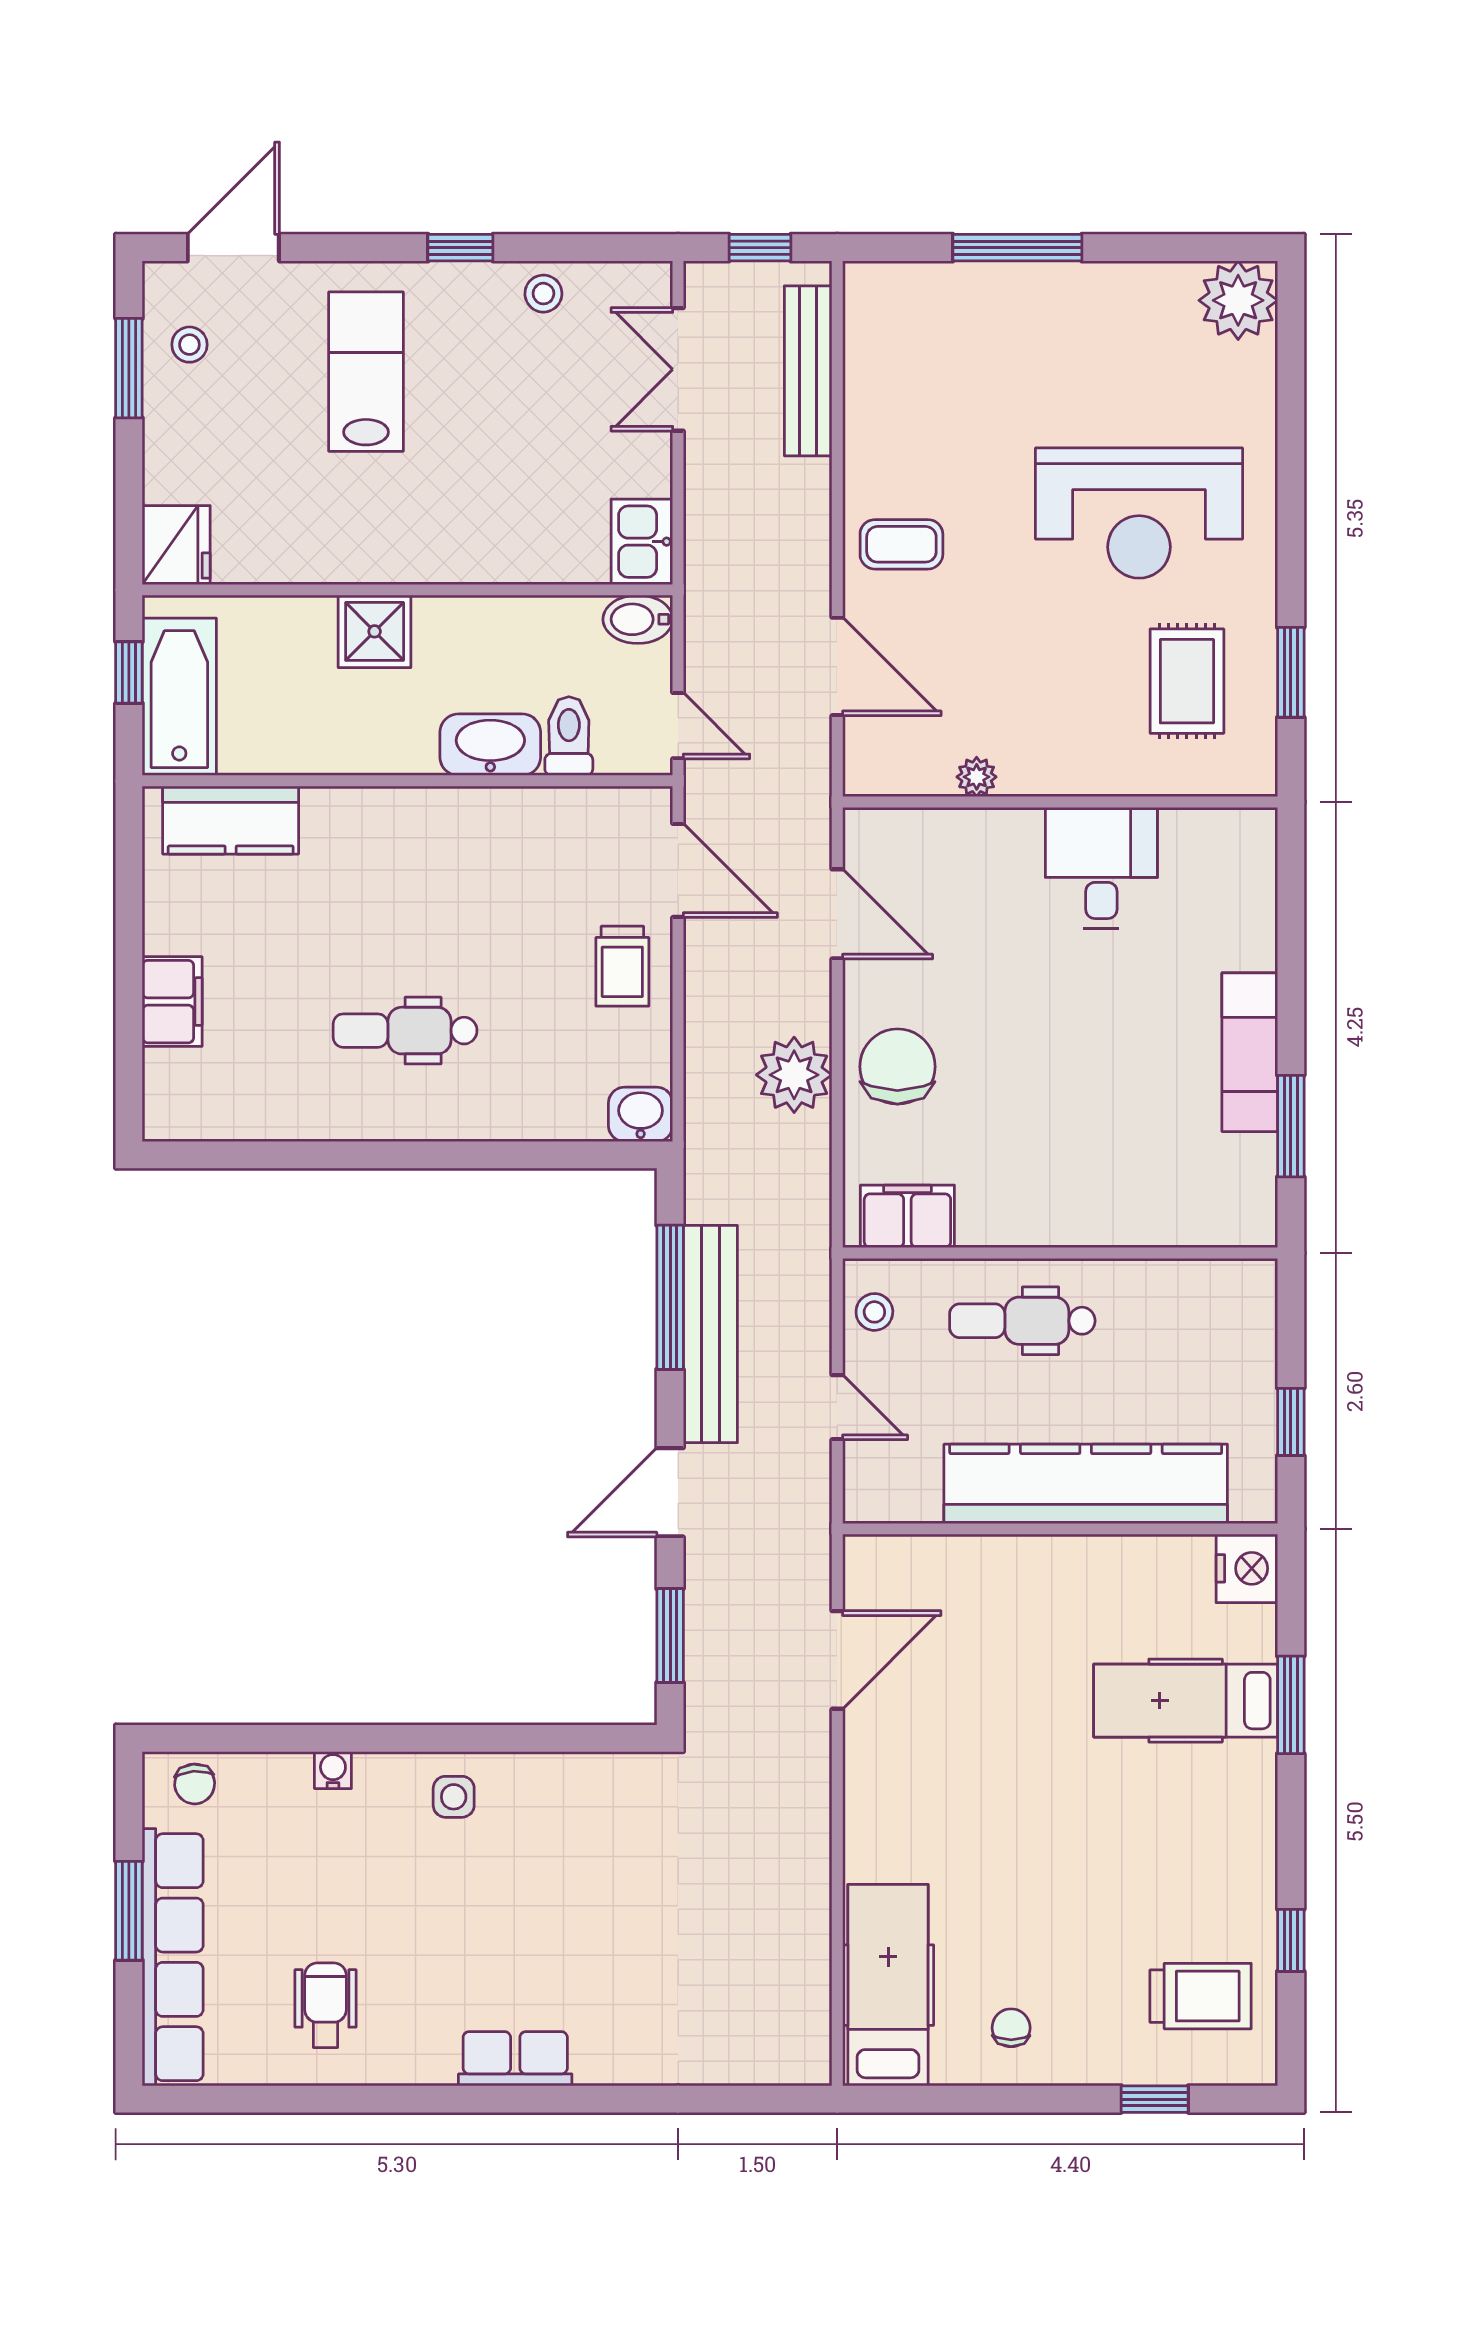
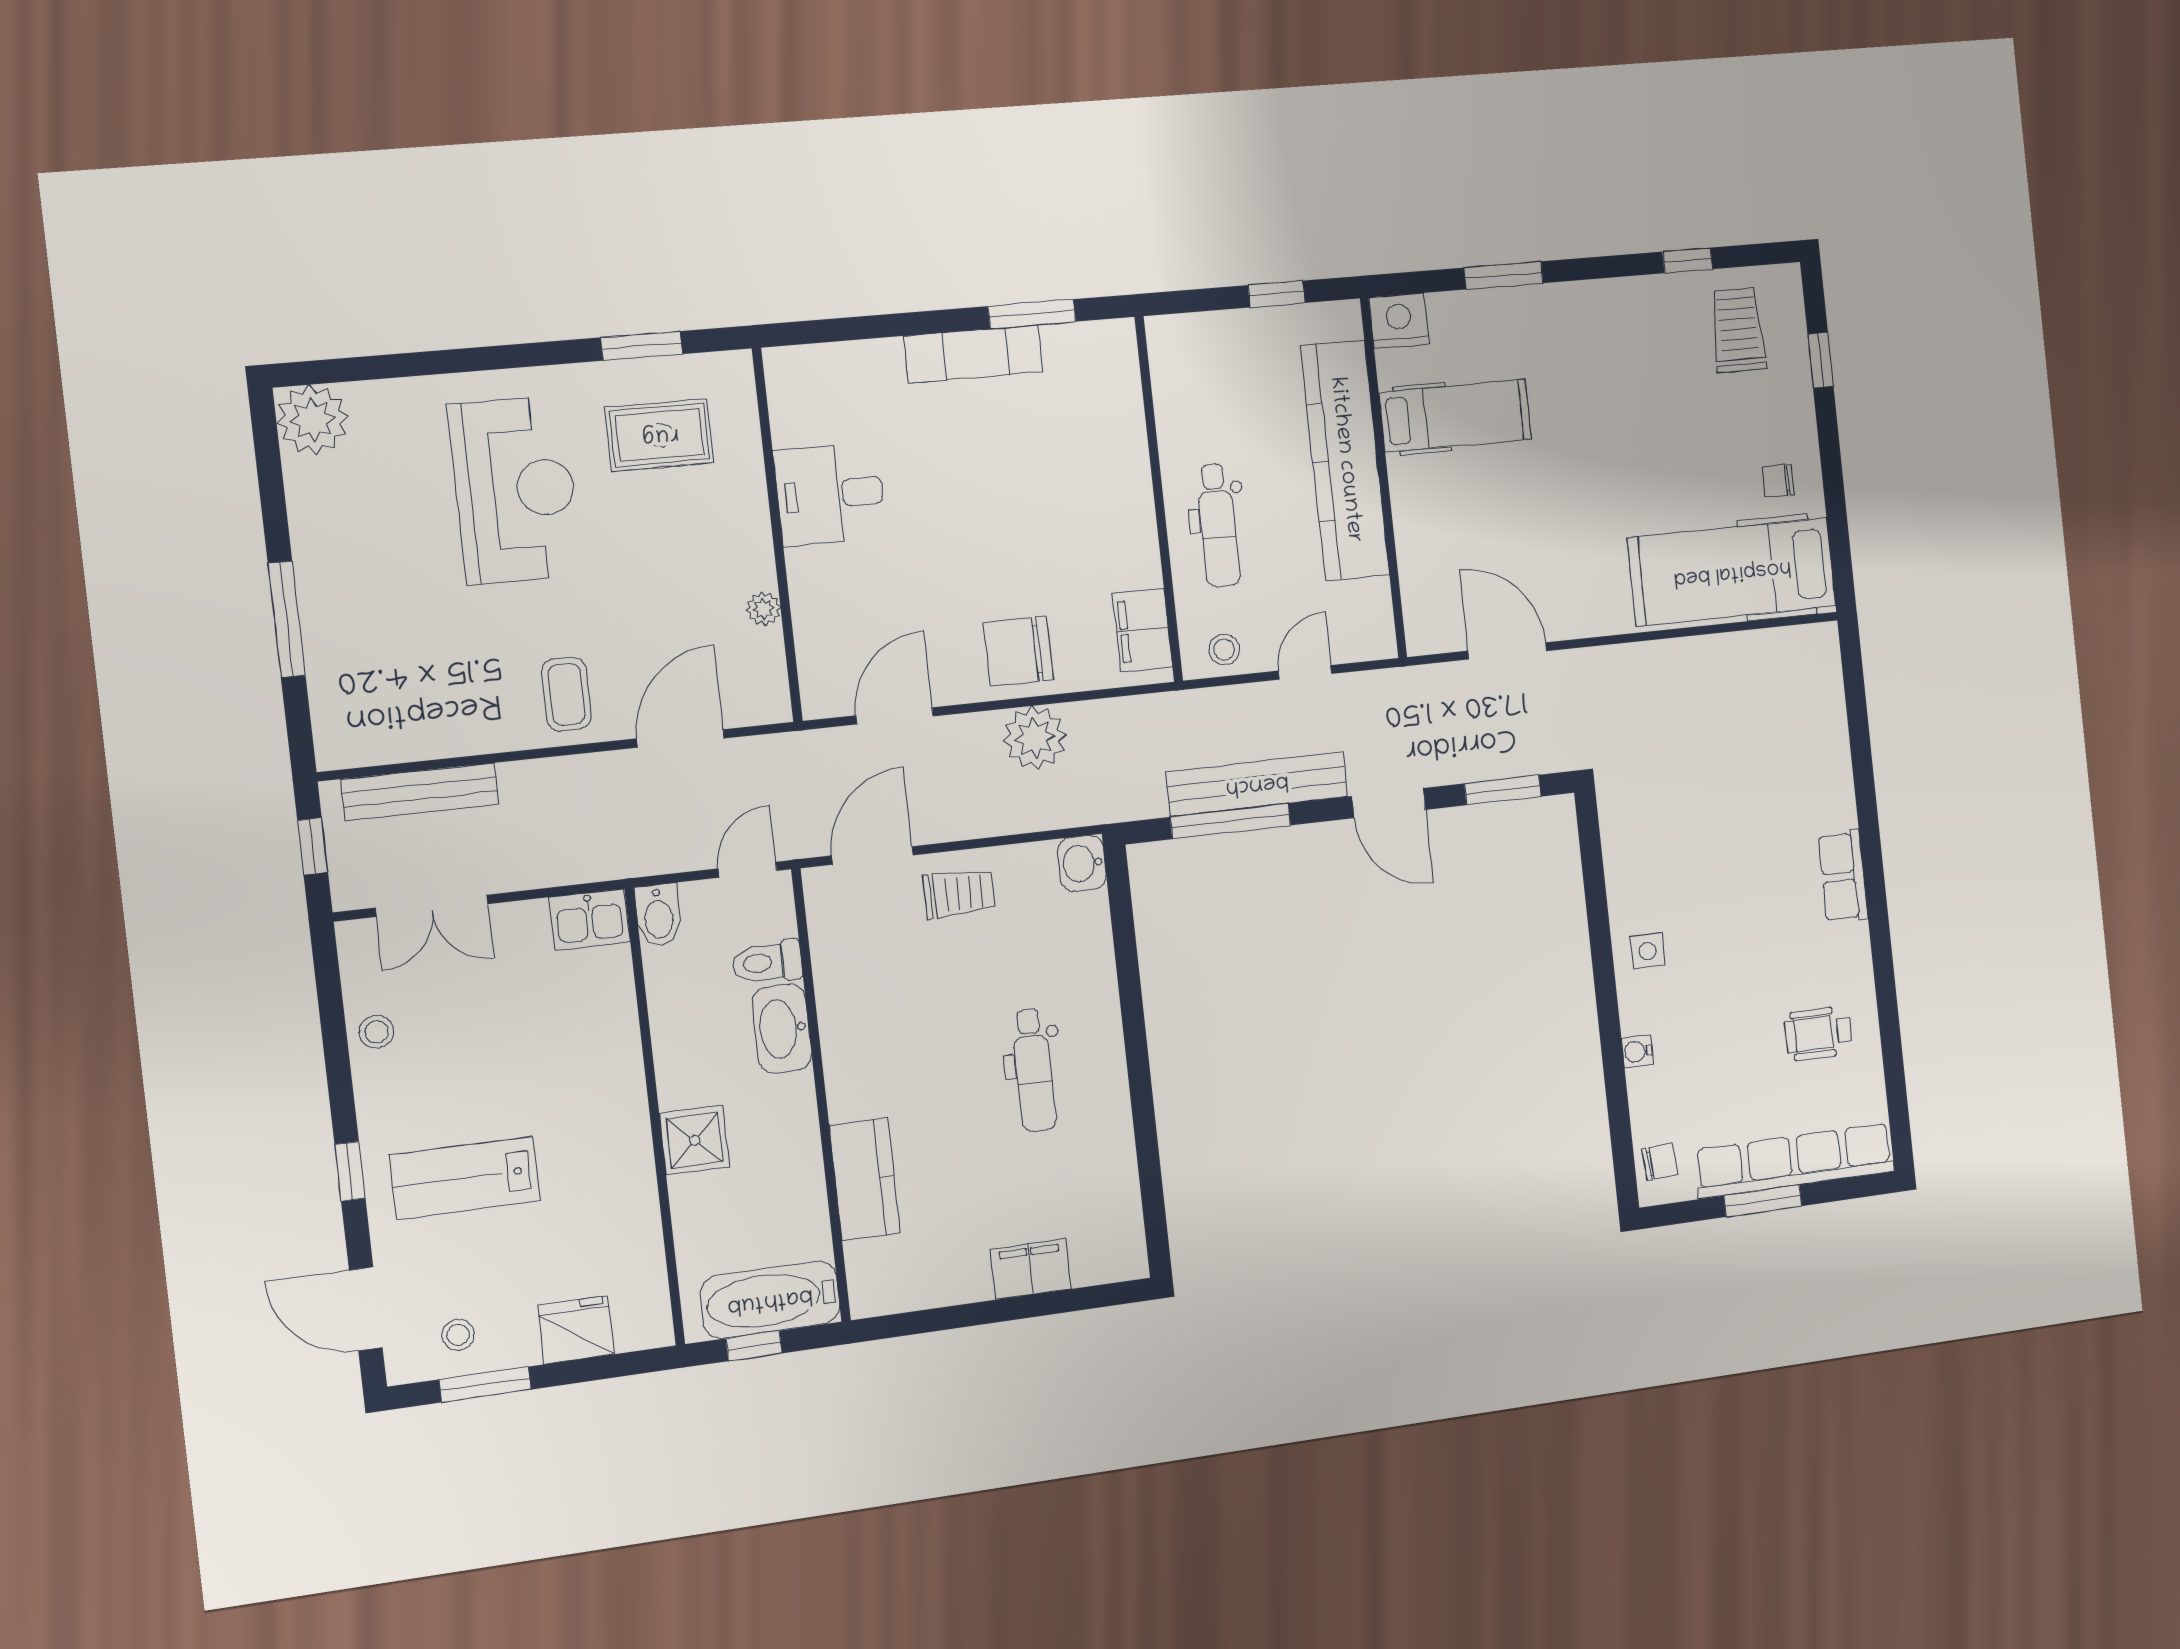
window: (460, 248) -> (350, 1171), moved
fridge: (176, 545) -> (576, 1330), moved
kitchen counter: (231, 820) -> (865, 1179), moved
hospital bed: (1186, 1701) -> (1455, 416), moved, turned -90
hospital bed: (888, 1985) -> (1732, 572), width x1.37, depth x1.29

